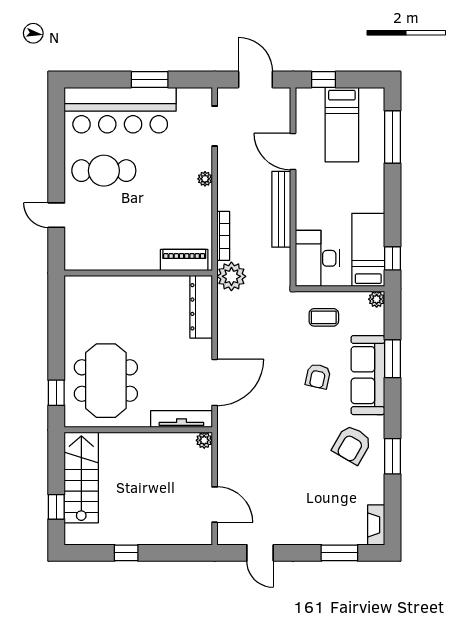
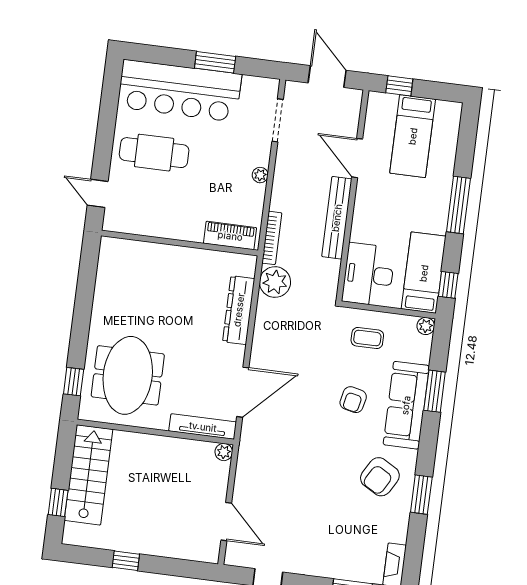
window: (393, 137) -> (458, 205), moved
piano: (184, 260) -> (230, 236), moved
wall: (138, 273) -> (180, 243), moved

